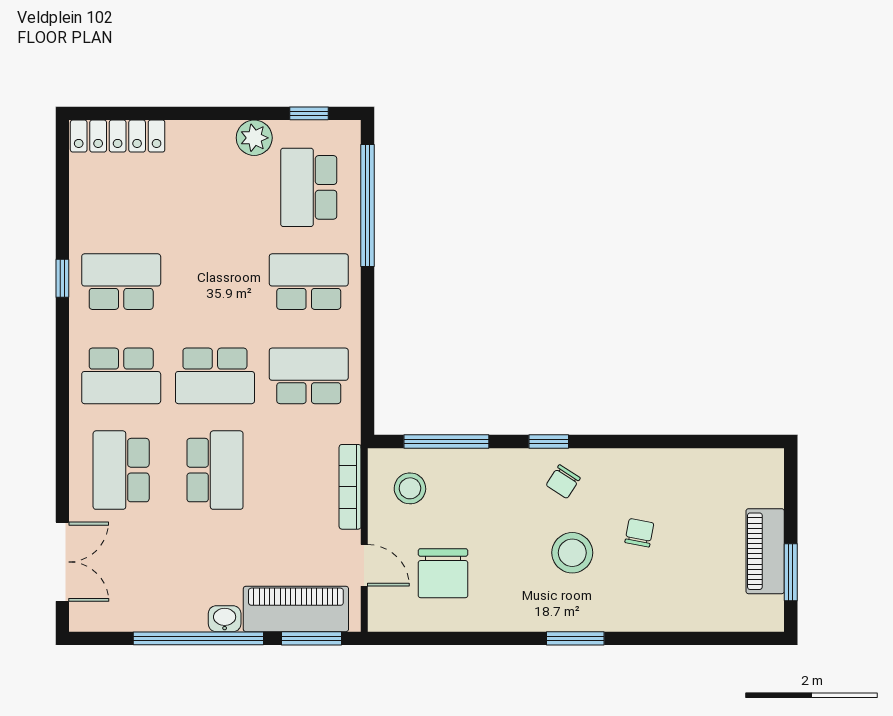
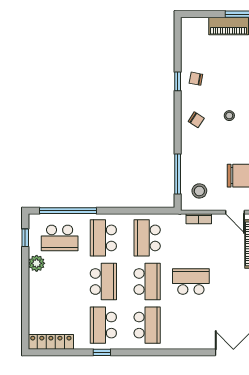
locker: (118, 136) -> (51, 342), moved, turned -90
window: (549, 441) -> (178, 81), moved
school desk: (121, 470) -> (103, 282), moved, turned -90
bookcase: (350, 487) -> (199, 219), width x0.64
chair: (639, 533) -> (196, 79), moved
stool: (572, 553) -> (229, 116), width x0.53, depth x0.53
door: (364, 565) -> (235, 212), swing flipped

